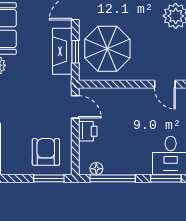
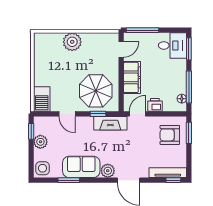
fireplace: (62, 51) -> (110, 123), moved
filing cabinet: (126, 99) -> (132, 77), added

